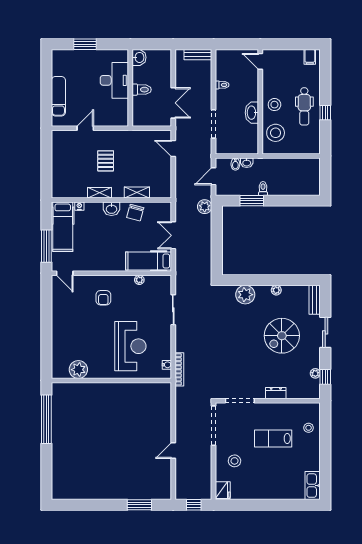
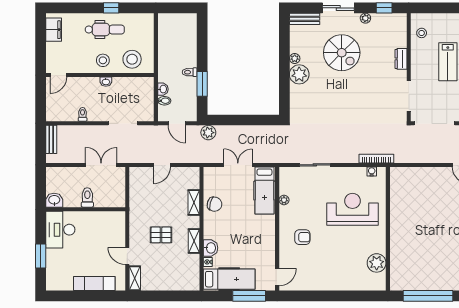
filing cabinet: (310, 57) -> (54, 30), width x2.00
desk: (114, 80) -> (60, 230), moved, turned -90
washbasin: (252, 113) -> (106, 82), width x0.52, depth x0.69
shelving: (63, 135) -> (135, 278), added
door: (173, 149) -> (162, 165), moved
washbasin: (111, 209) -> (211, 248), moved
double door: (173, 235) -> (238, 165), swing flipped
plant: (245, 295) -> (299, 74), moved
plant: (315, 373) -> (365, 18), moved
stool: (309, 428) -> (422, 33), moved

